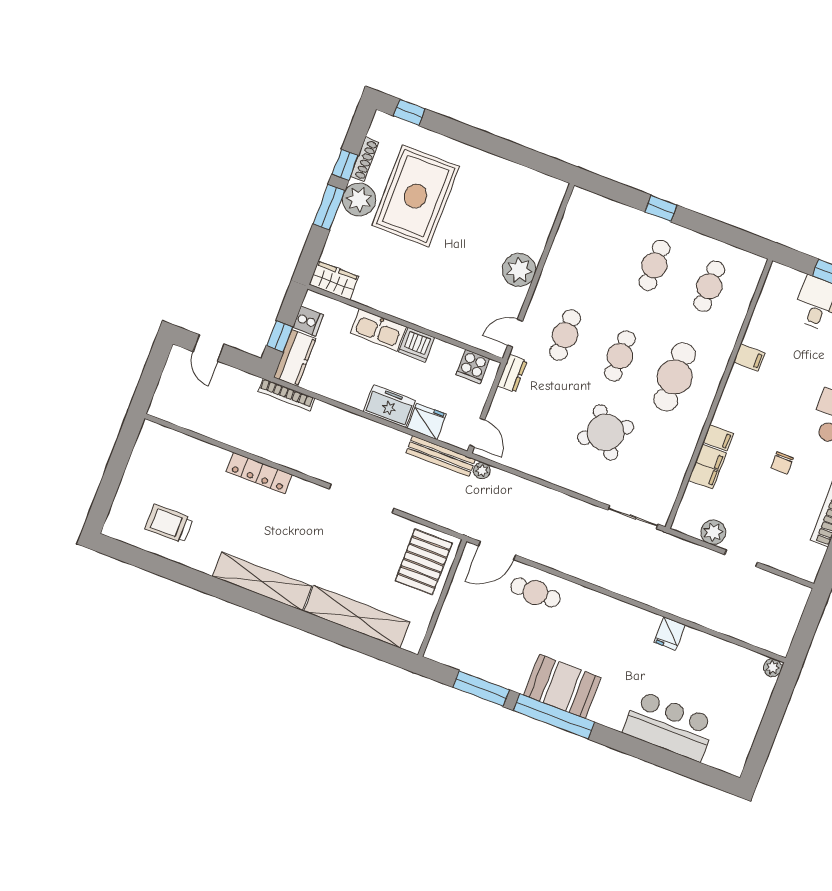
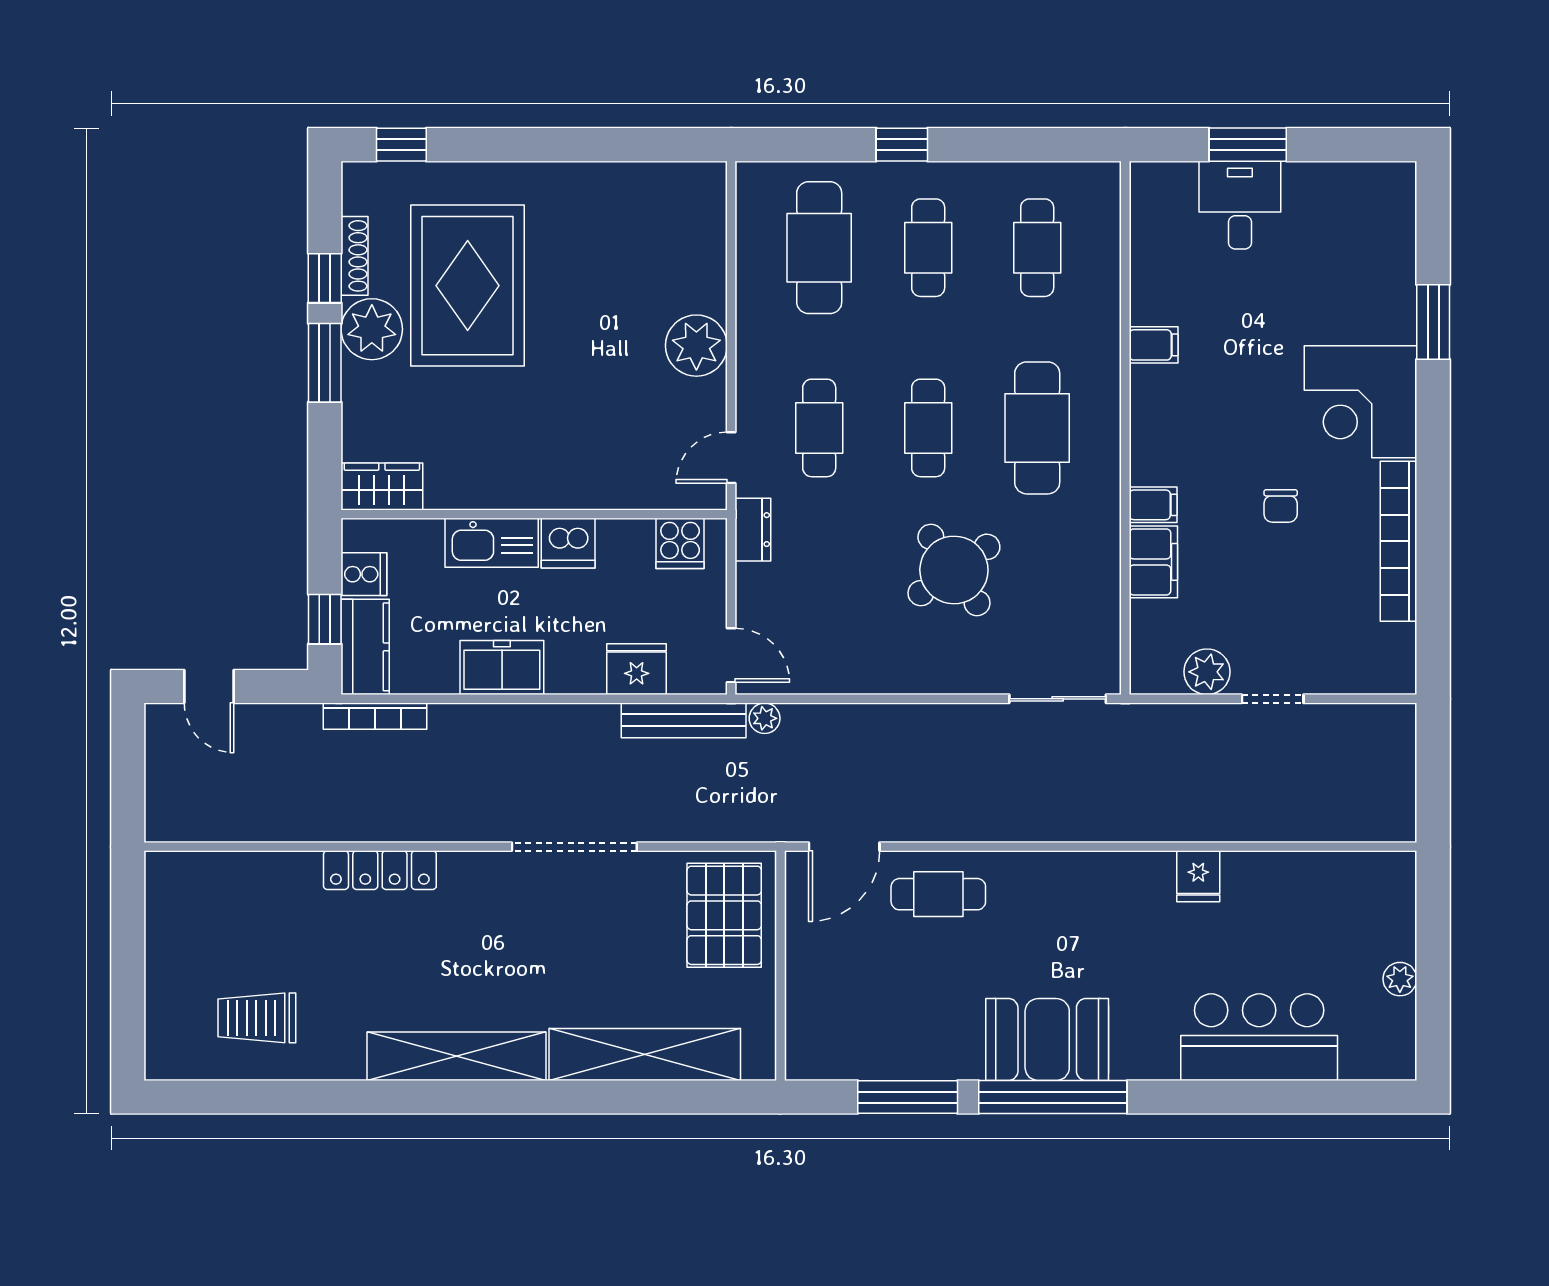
cafe table: (600, 244) -> (819, 248), added
freezer: (390, 406) -> (502, 668), moved
plant: (773, 668) -> (1400, 979), moved

